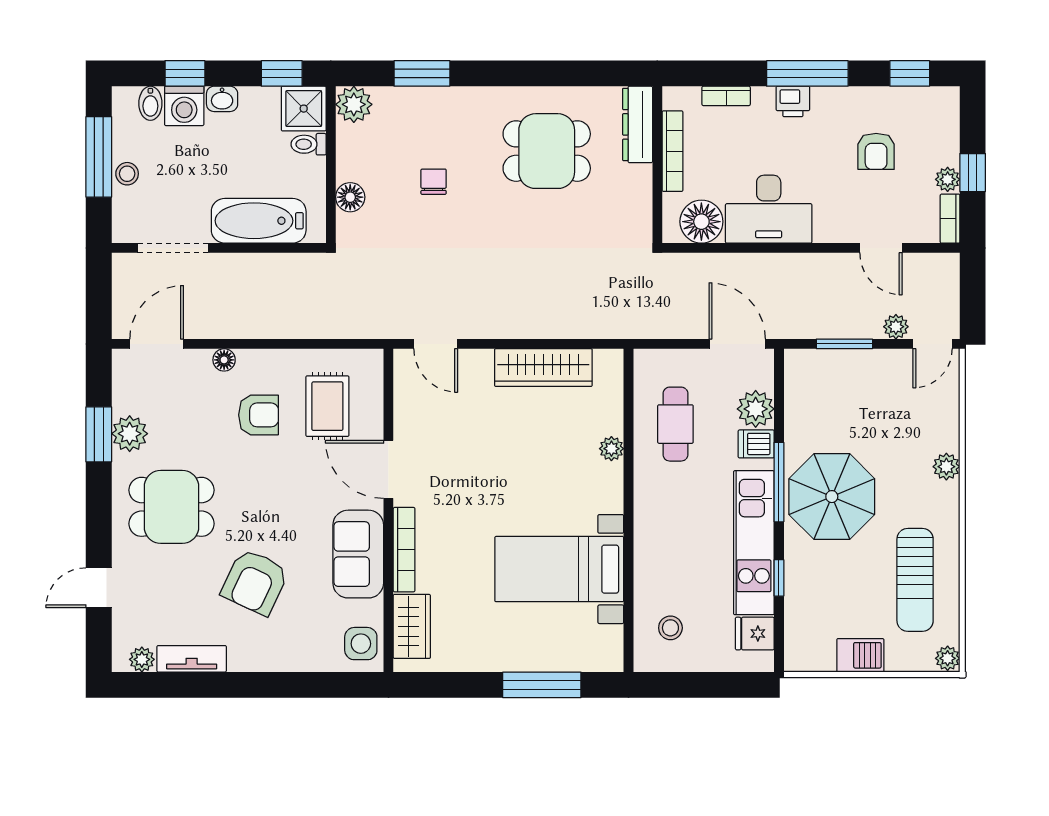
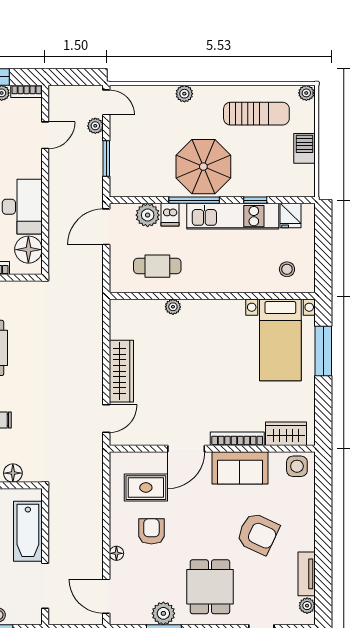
wardrobe: (543, 368) -> (121, 371), moved
bed with nightstands: (559, 569) -> (280, 340), moved

